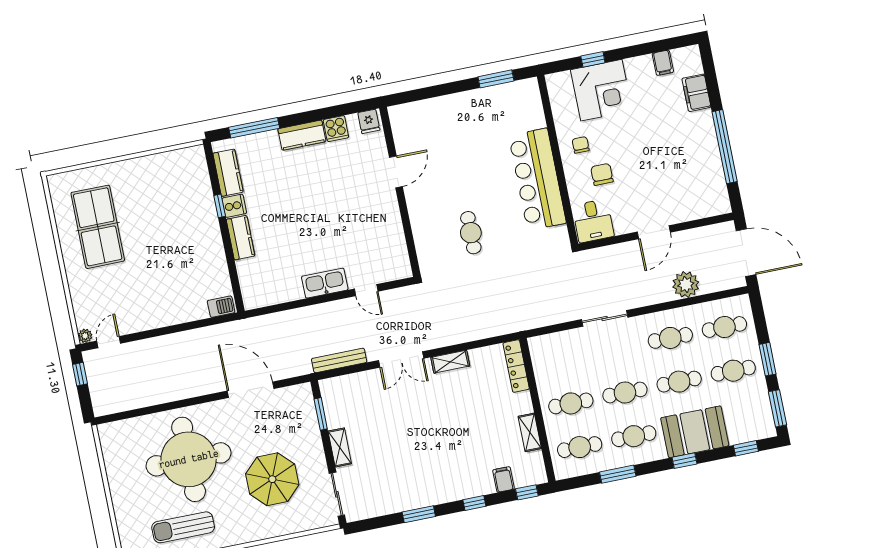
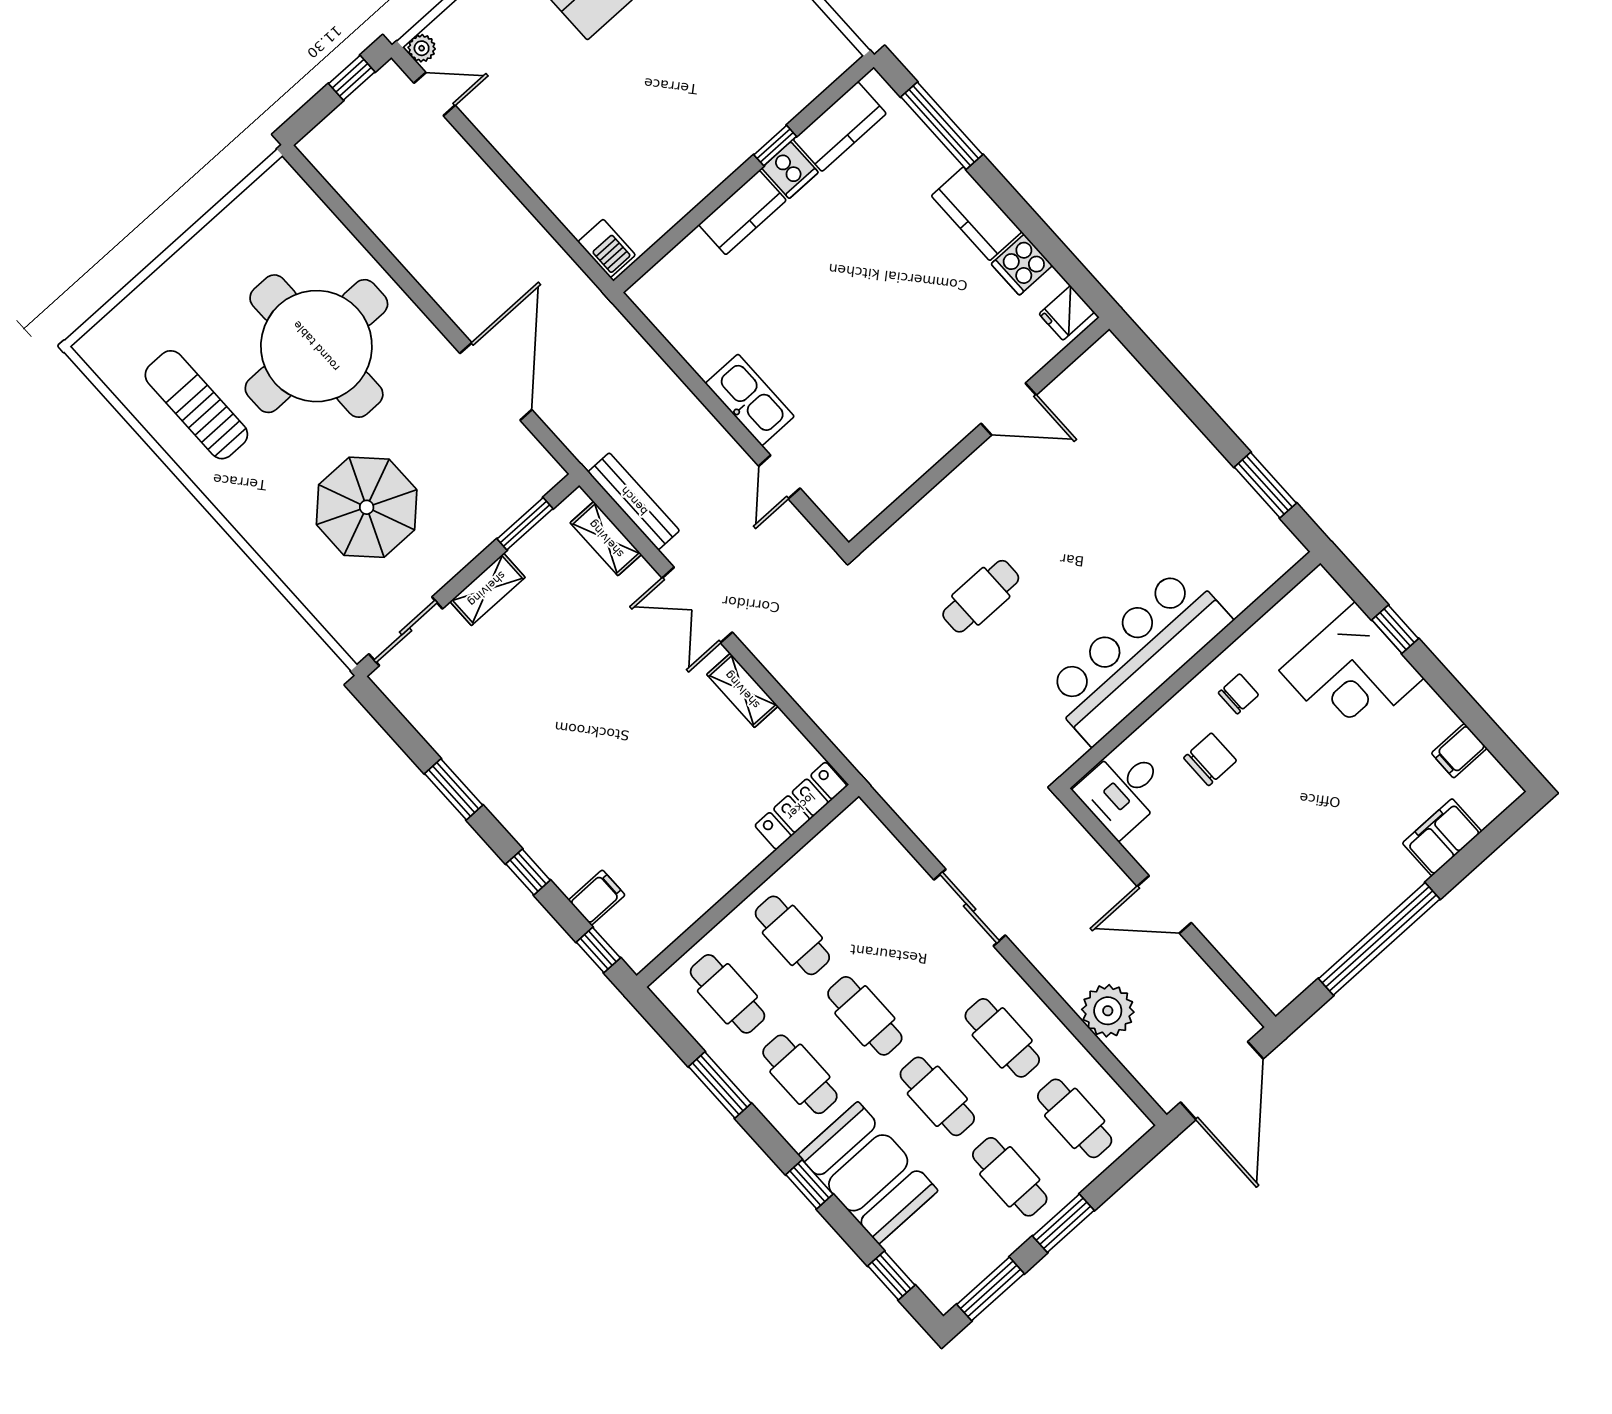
shelving: (530, 432) -> (606, 539), moved, turned 90

